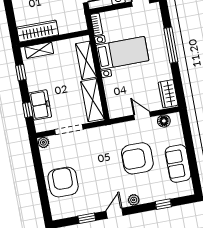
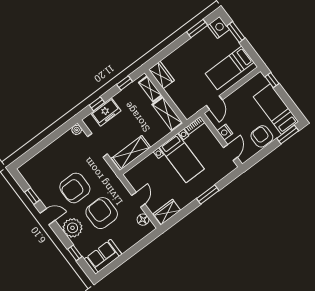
wardrobe: (38, 31) -> (162, 75), width x0.67
window: (171, 45) -> (208, 195), width x0.69
shelving: (86, 60) -> (167, 114), moved, turned 90
sofa: (178, 164) -> (103, 257), moved
armchair: (63, 182) -> (75, 188), moved, turned 180
plant: (134, 200) -> (72, 228), width x1.87, depth x1.87

